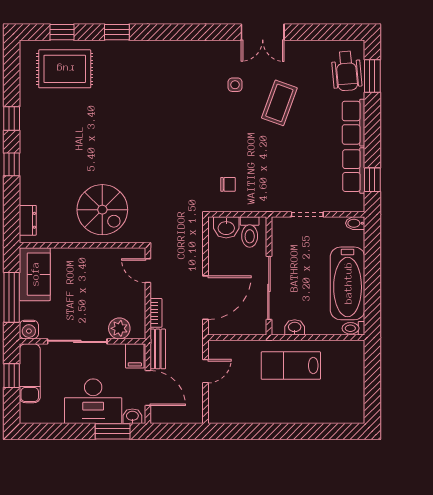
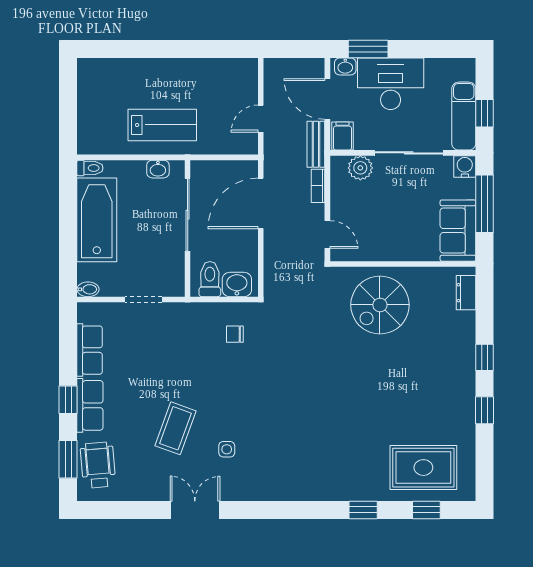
window: (372, 180) -> (68, 400), moved
spiral stairs: (102, 210) -> (380, 305), turned -90

